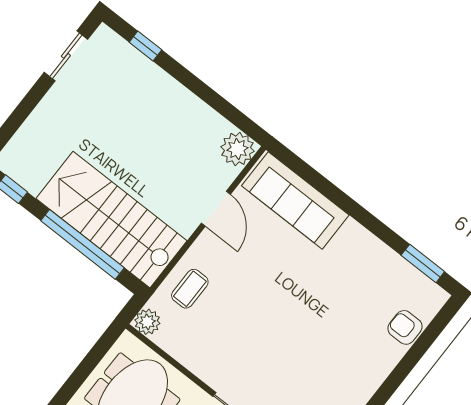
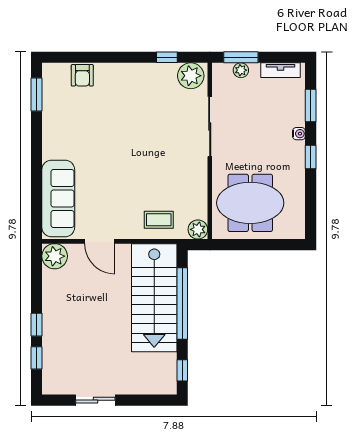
sliding door: (66, 56) -> (95, 400), moved
window: (180, 73) -> (36, 325), added
door: (216, 209) -> (100, 241), swing flipped

